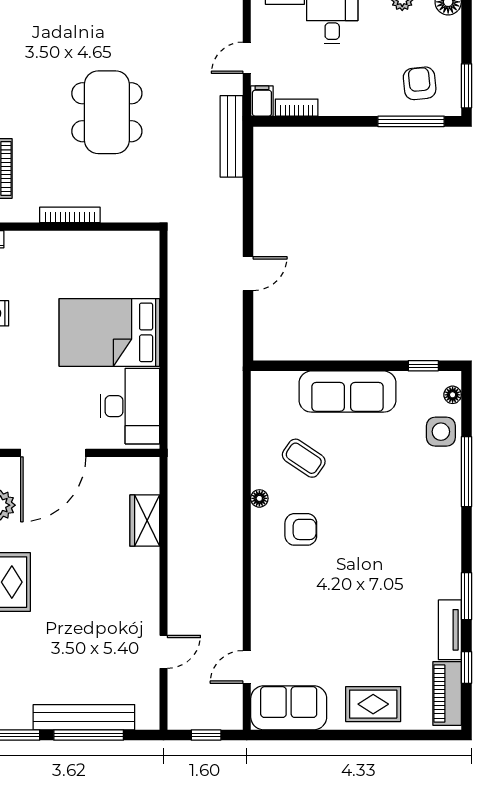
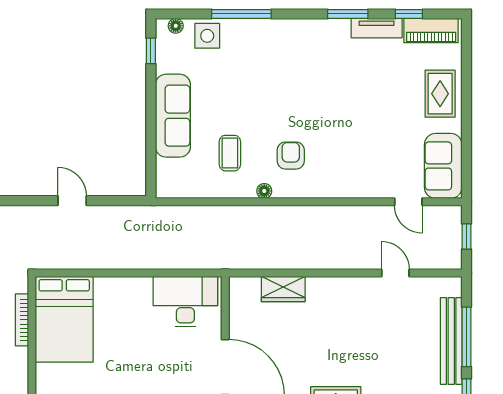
bookcase: (70, 215) -> (22, 320), moved
bed: (109, 332) -> (64, 319), moved
coffee table: (304, 458) -> (230, 153), turned -34

